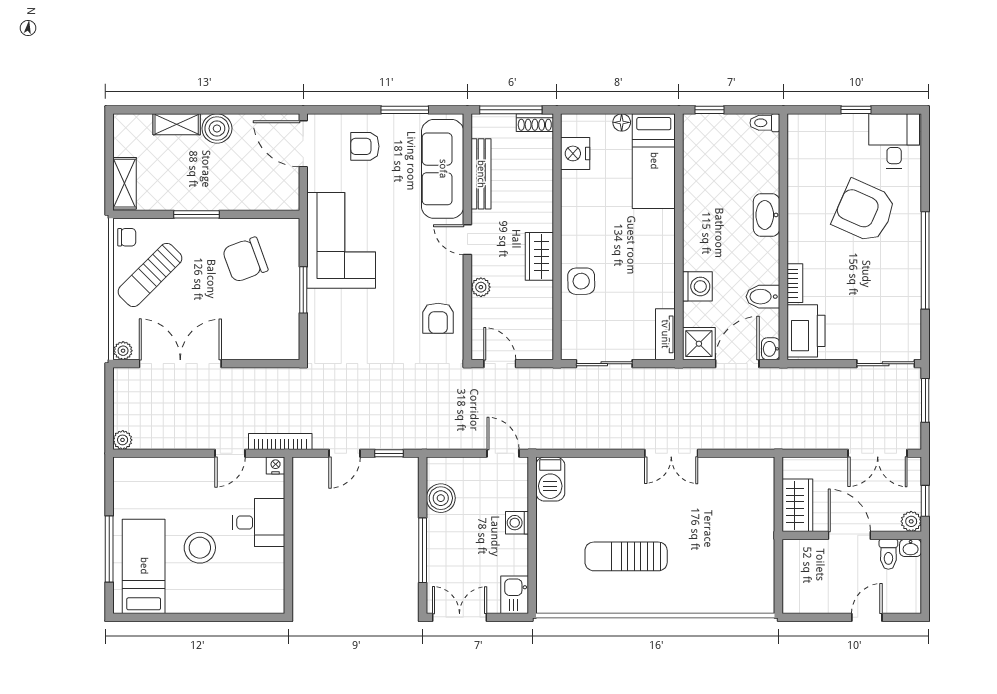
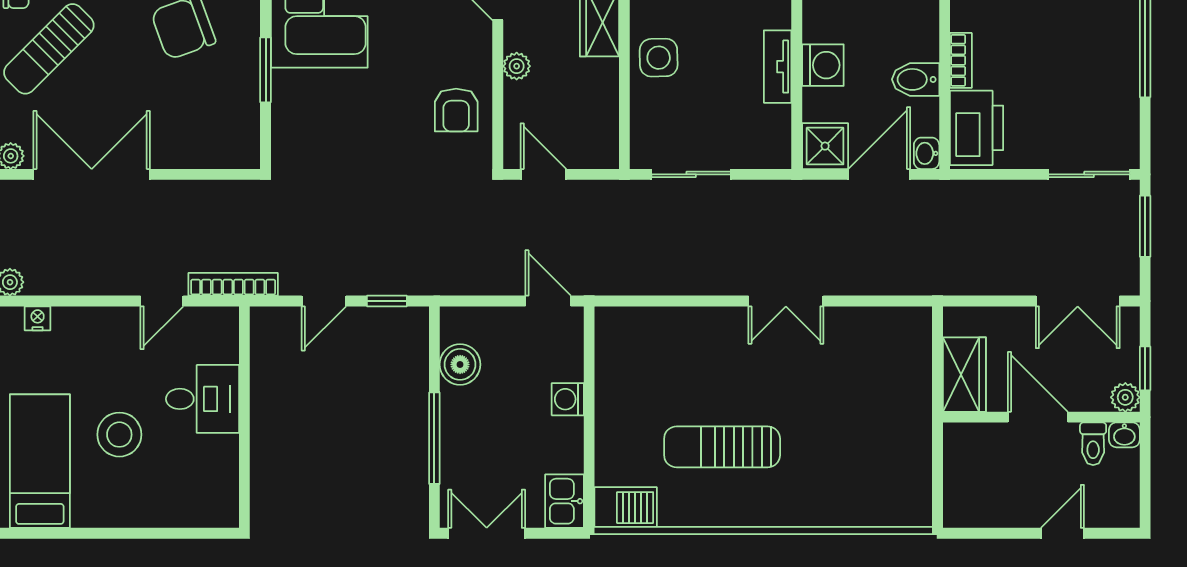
tv unit: (665, 334) -> (778, 67), moved
nightstand: (276, 466) -> (38, 318), moved
barbecue: (550, 479) -> (626, 508), moved, turned -90

